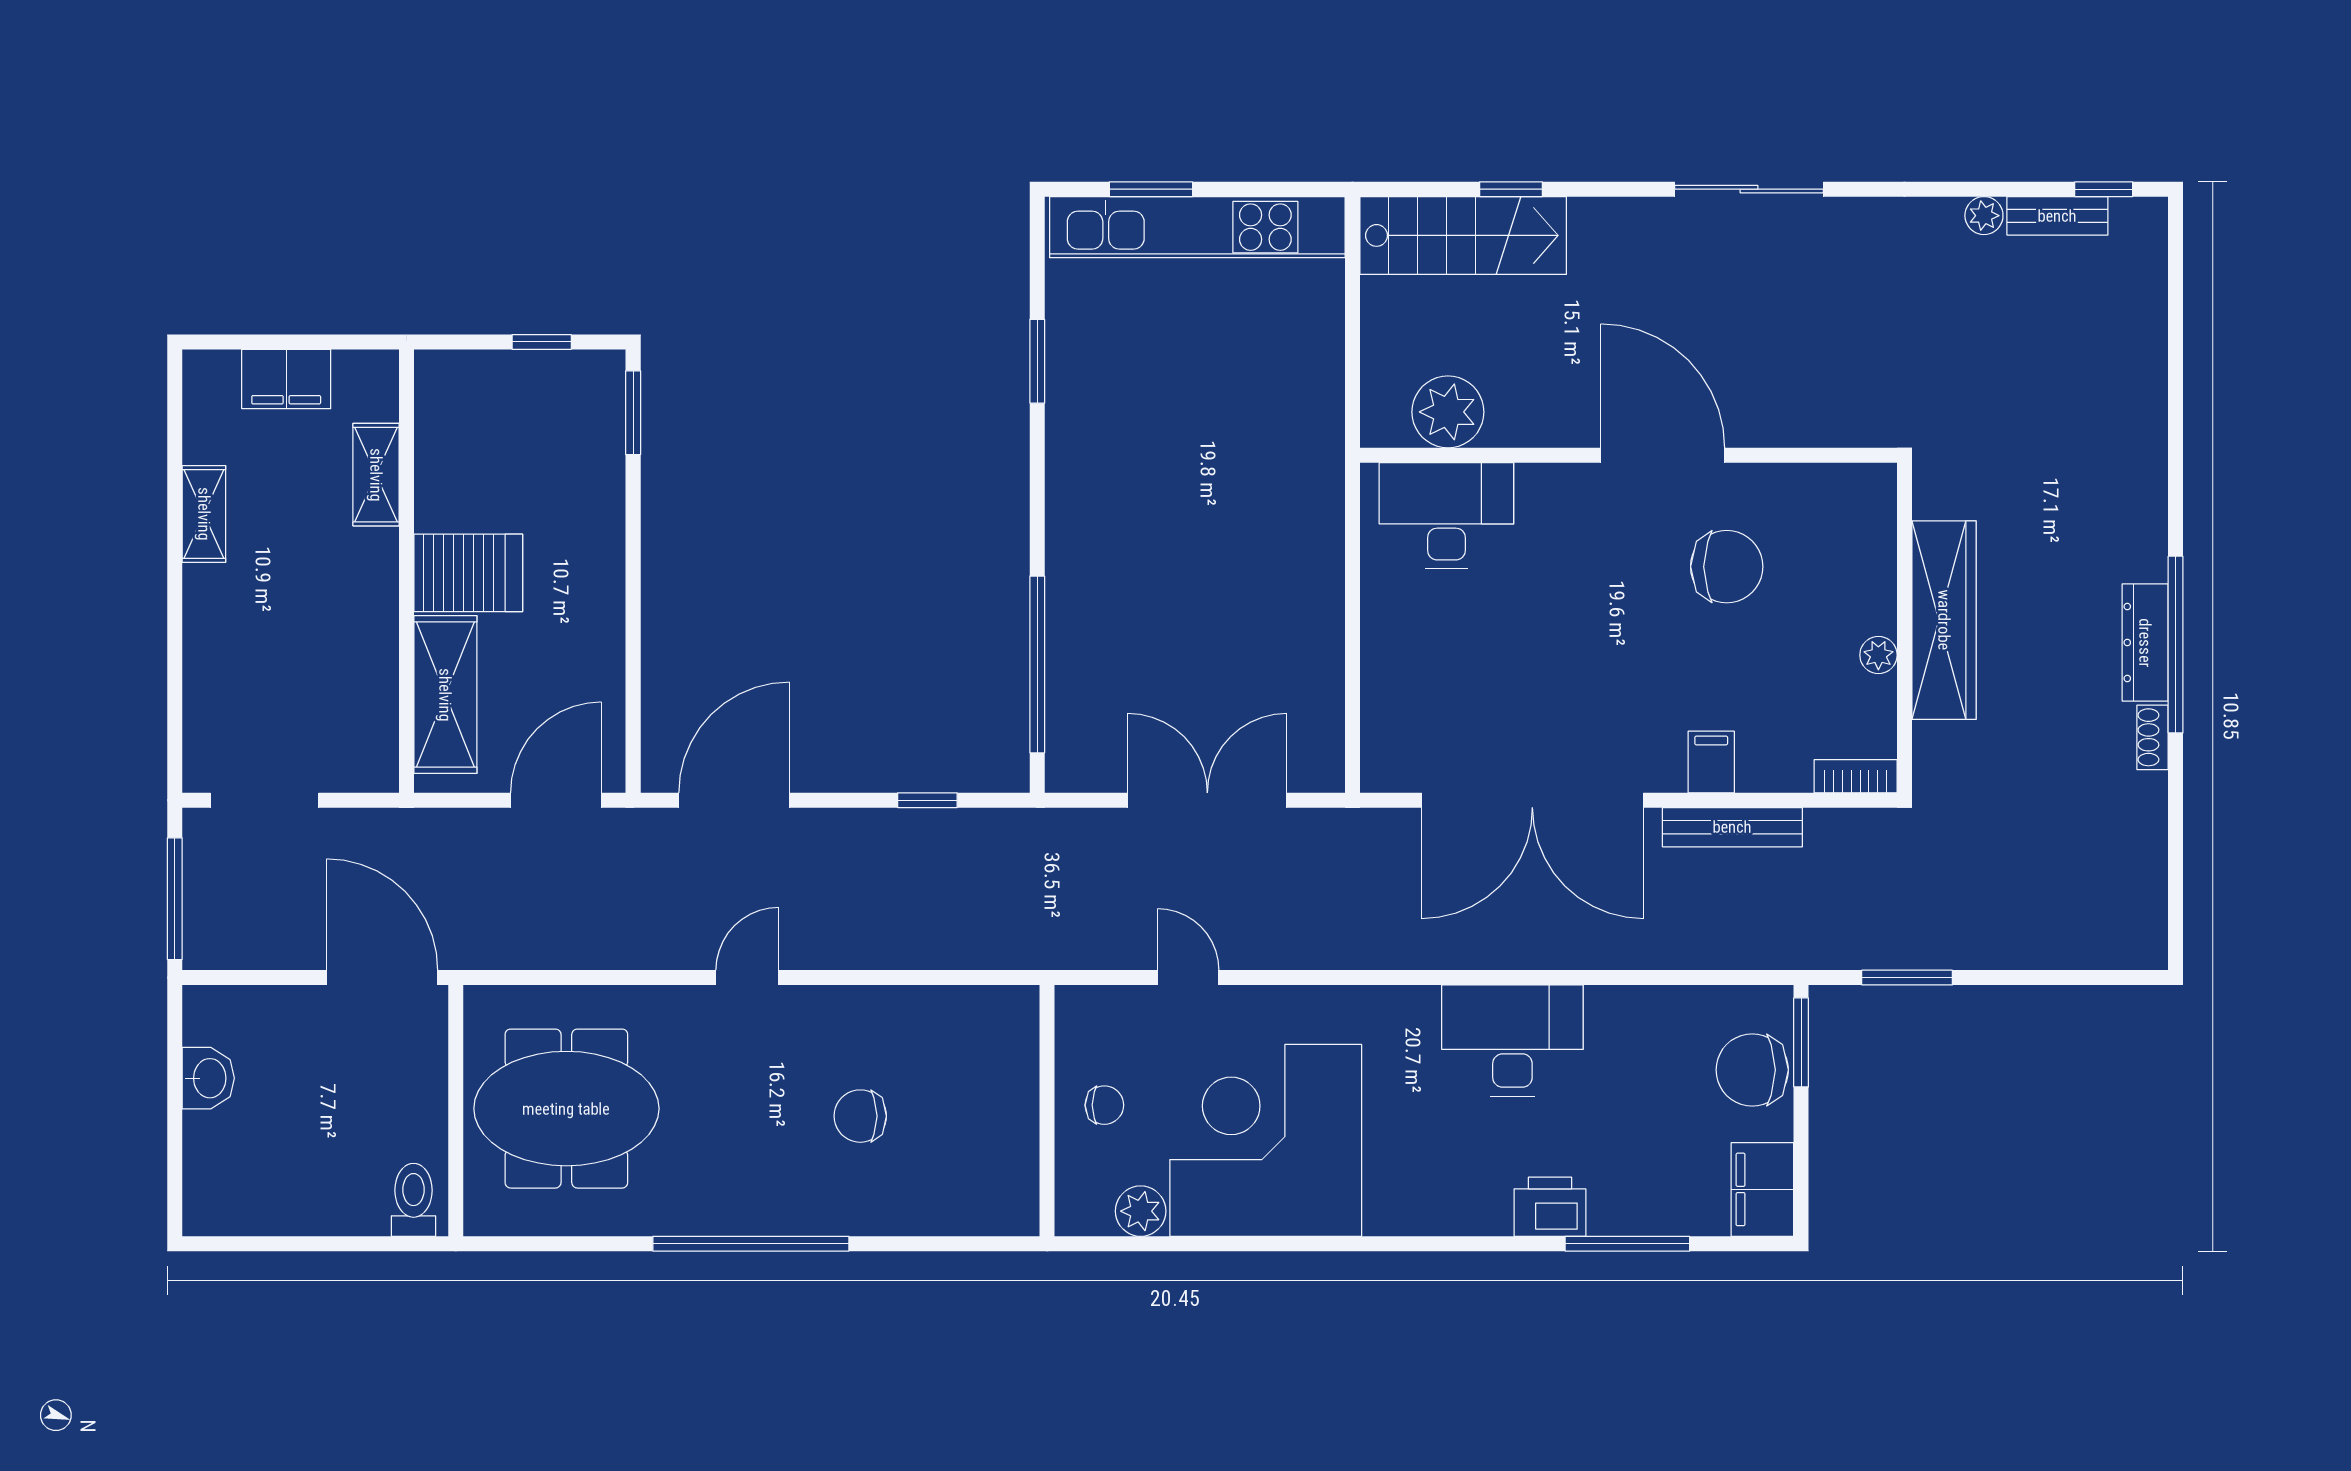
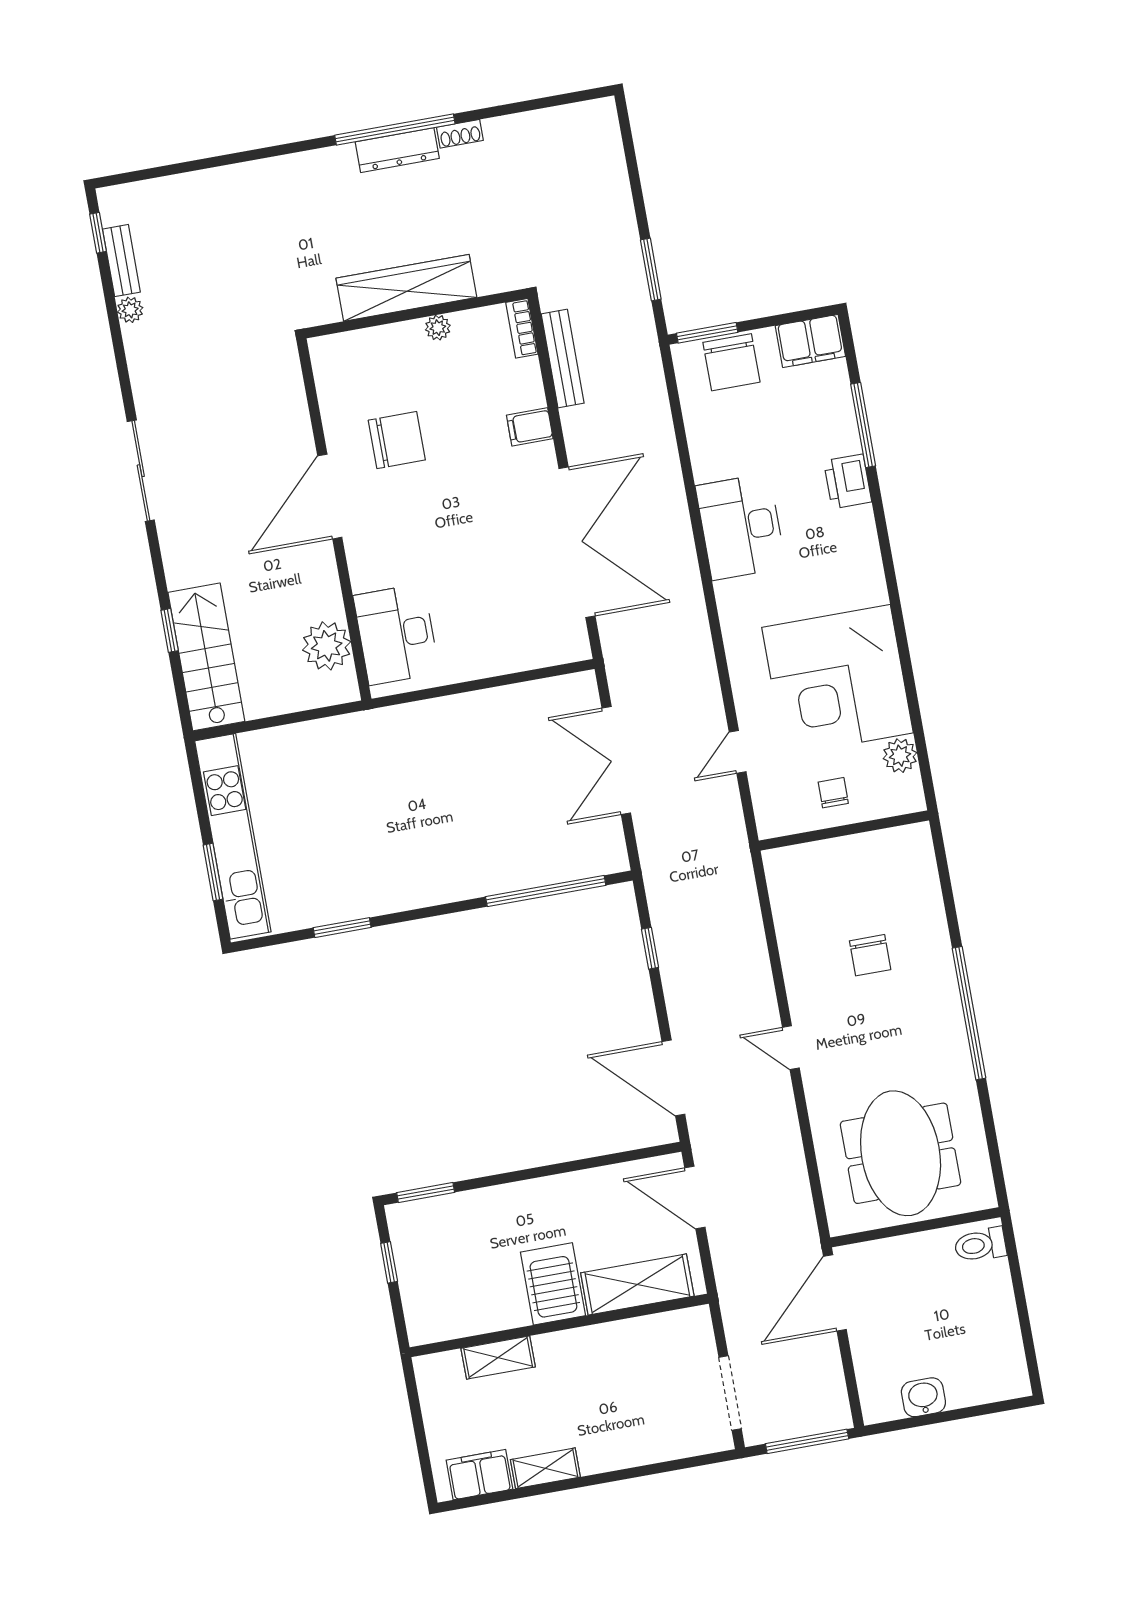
filing cabinet: (286, 379) -> (479, 1475), moved, turned -90
chair: (1727, 567) -> (397, 440), turned 90
bench: (1732, 827) -> (563, 359), moved

